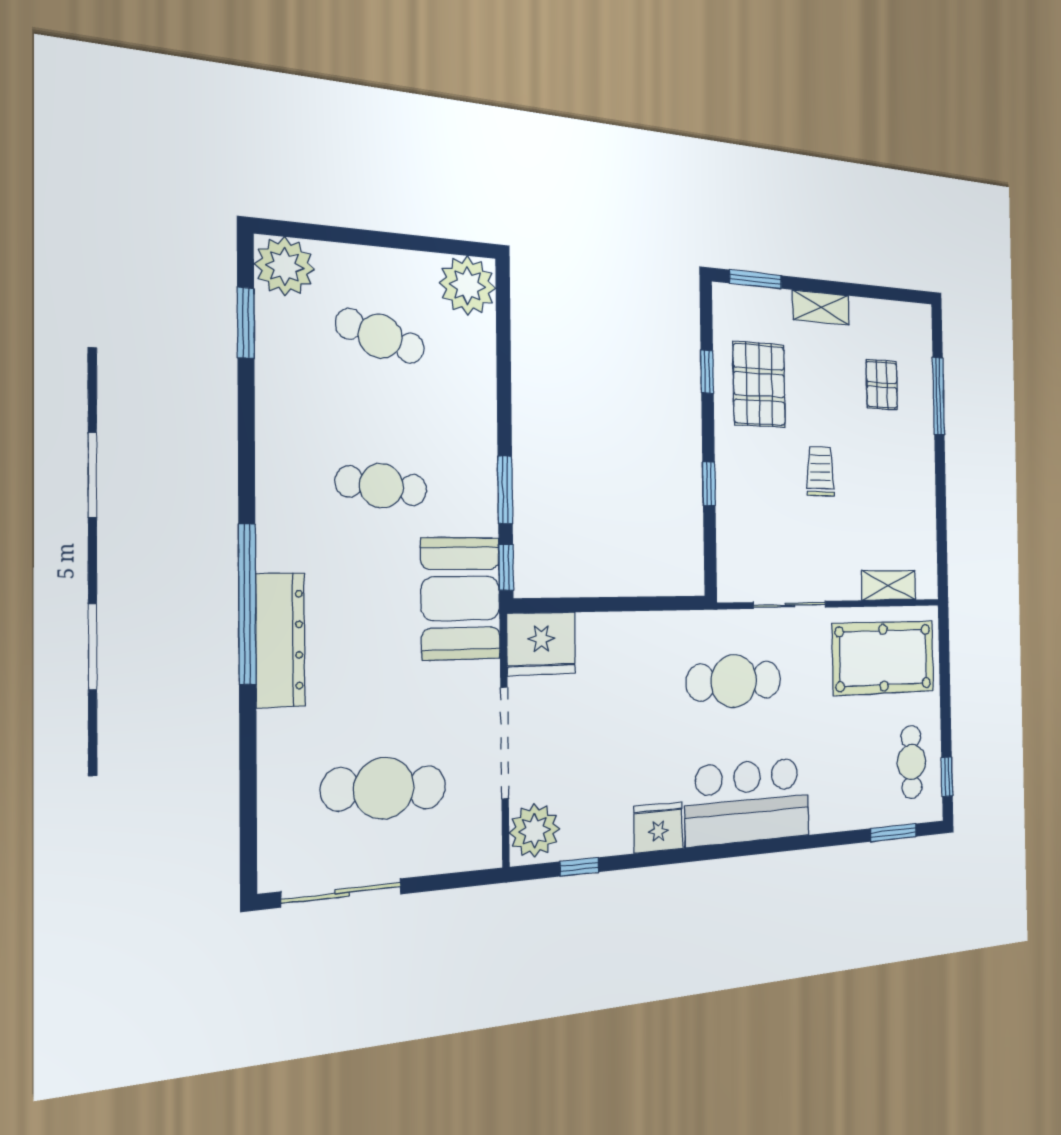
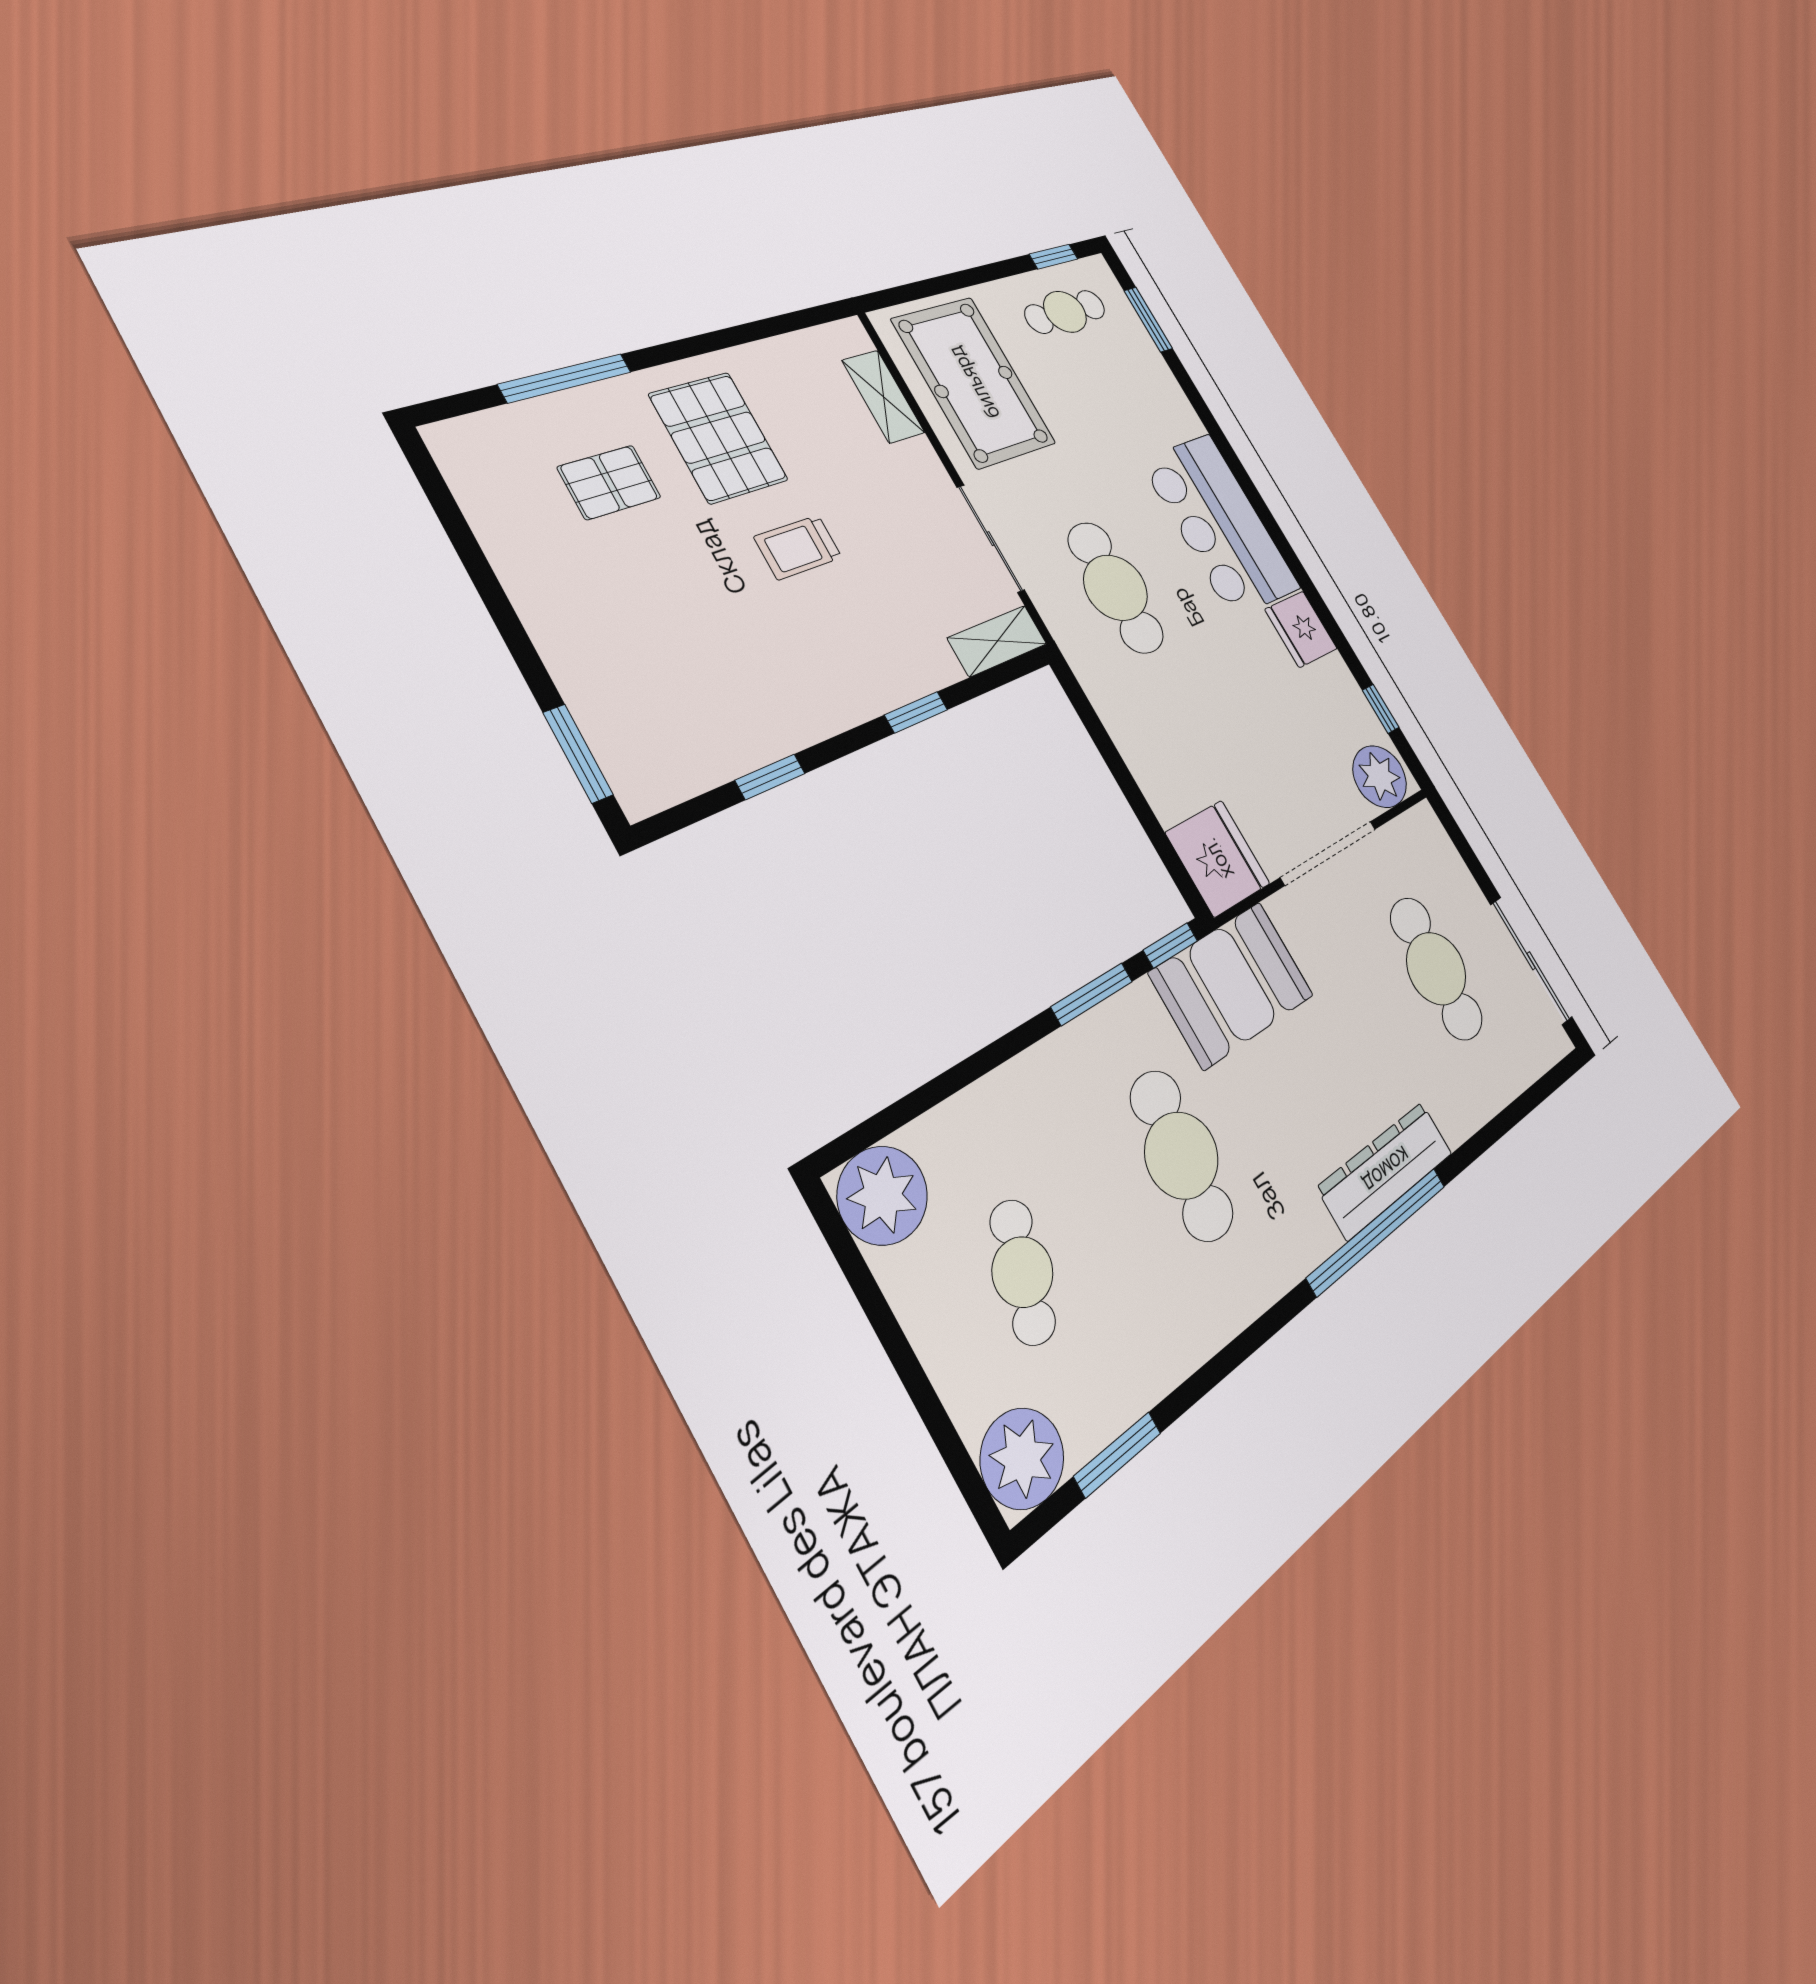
shelving: (821, 308) -> (997, 641), moved, turned 90
pallet: (759, 385) -> (719, 437), moved, turned 90
cafe table: (381, 486) -> (1182, 1155), width x1.37, depth x1.35

